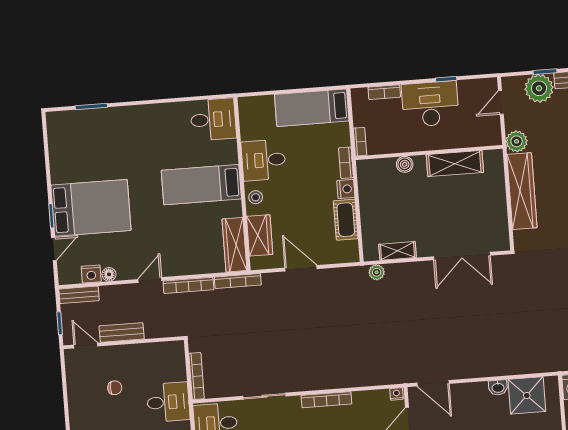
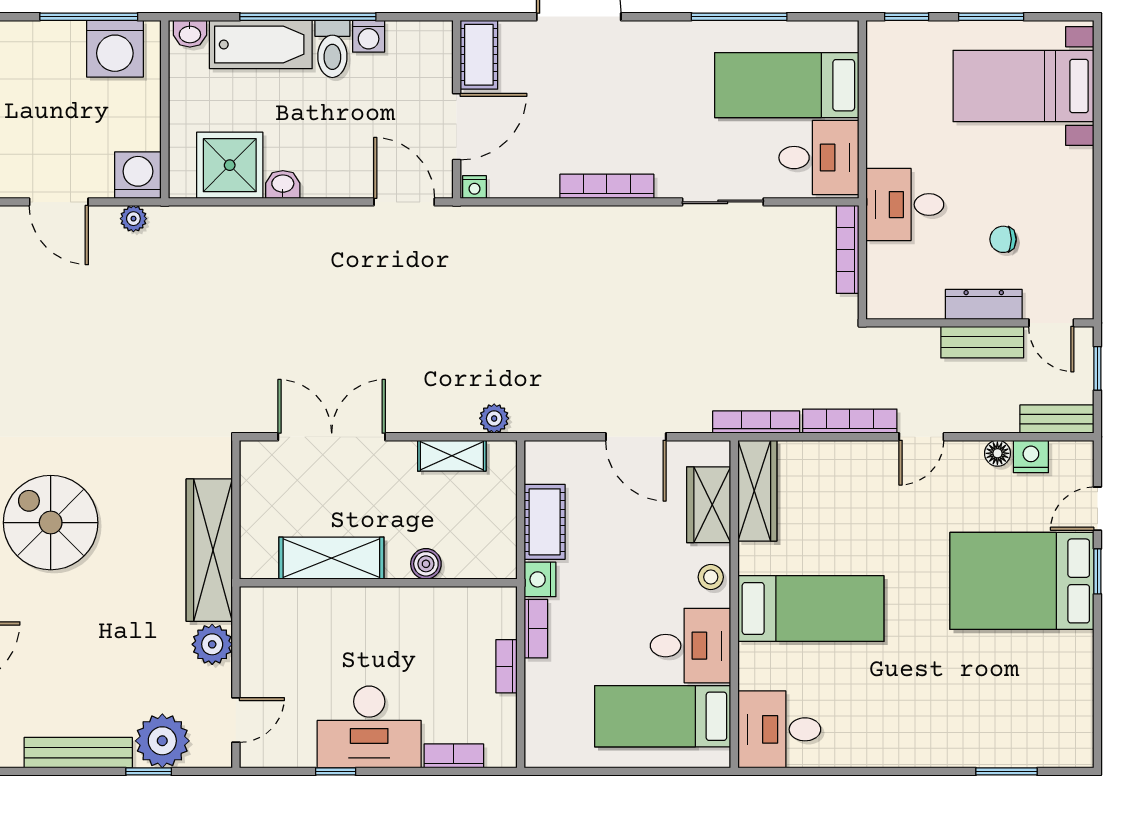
bed: (312, 108) -> (663, 716), moved, turned 180
wall: (429, 152) -> (378, 583), moved
boiler: (405, 164) -> (426, 564), moved
shelving: (455, 164) -> (331, 558), moved
dresser: (122, 353) -> (984, 304), added

